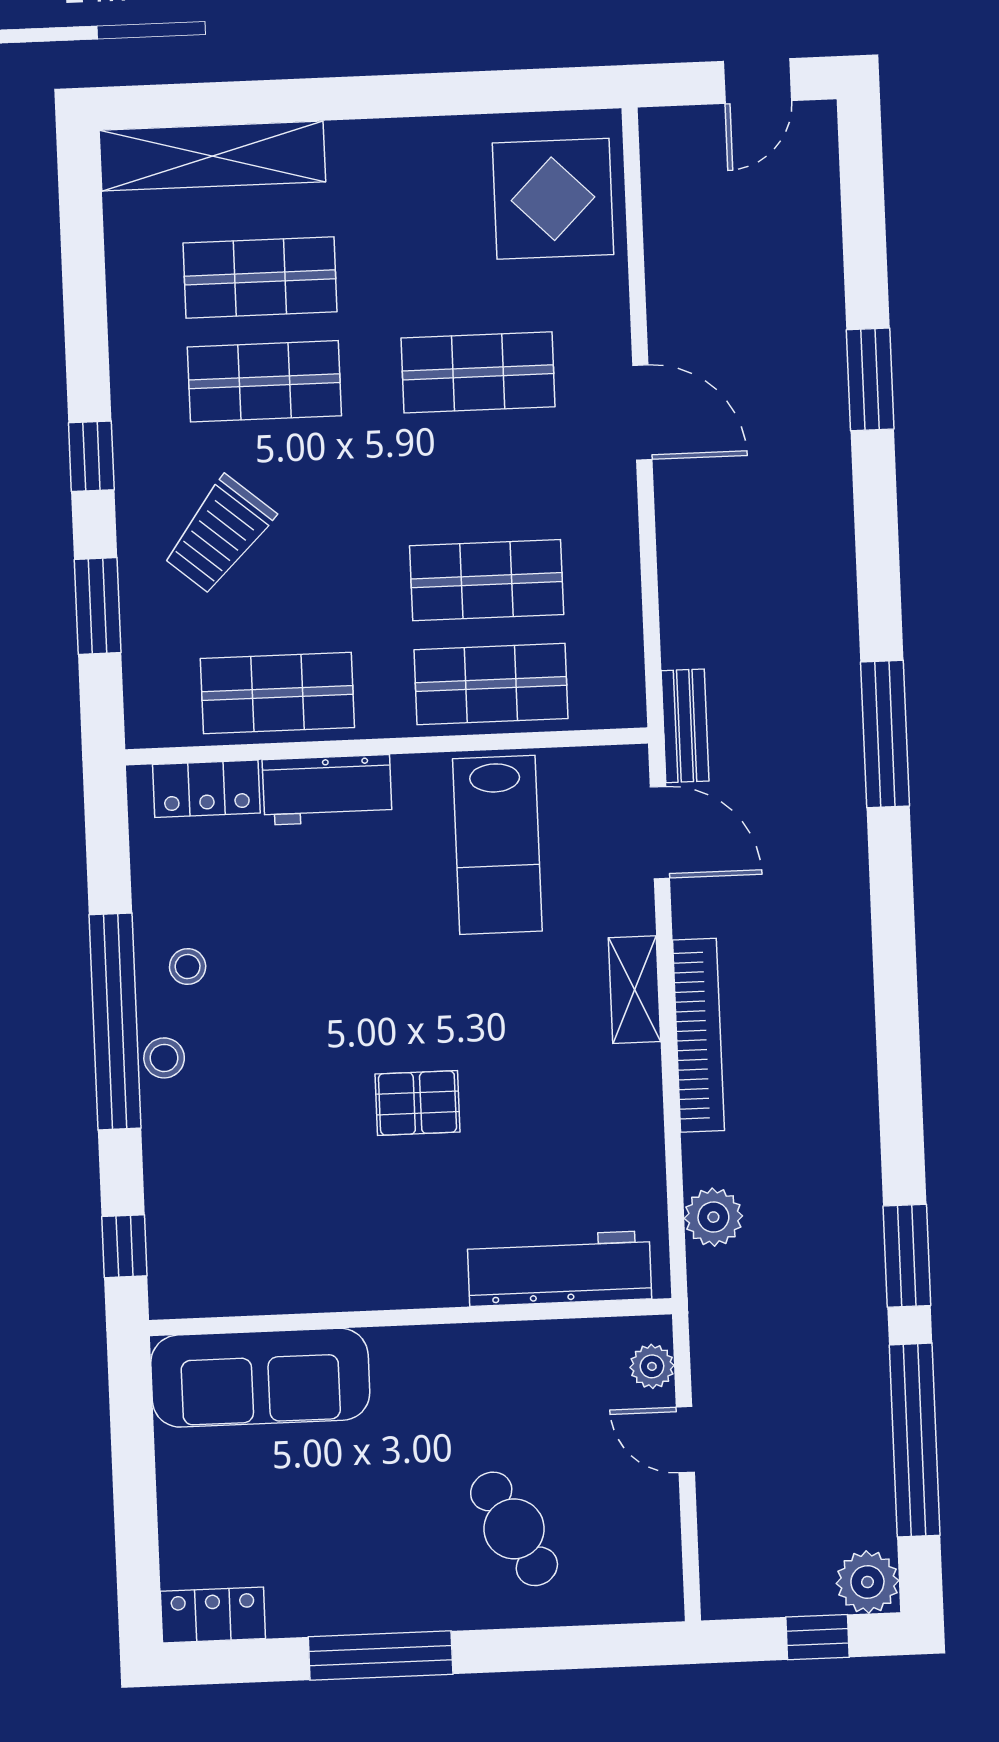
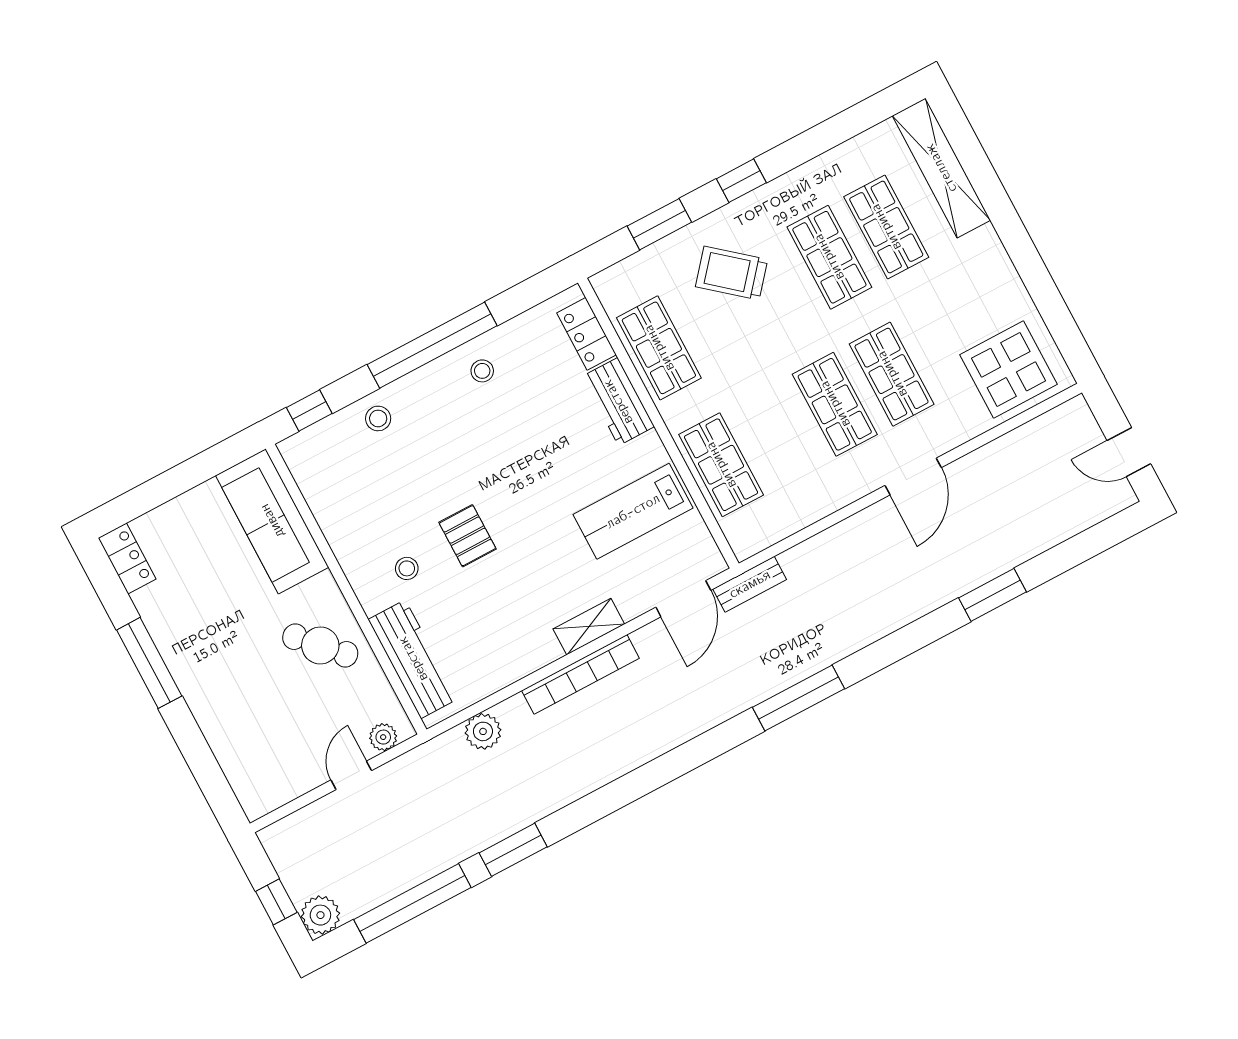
shop shelf: (487, 580) -> (835, 404), moved
stool: (164, 1058) -> (378, 418), moved
stool: (423, 1214) -> (407, 568), added
cafe table: (514, 1529) -> (320, 645), moved, turned 76

